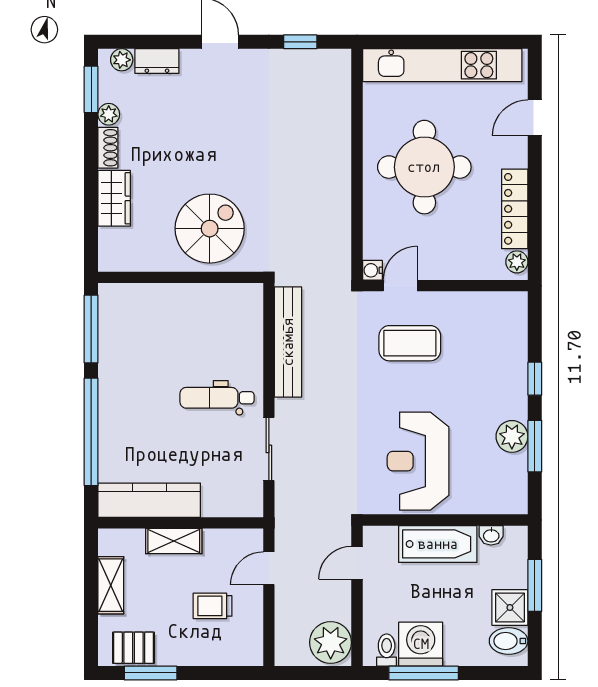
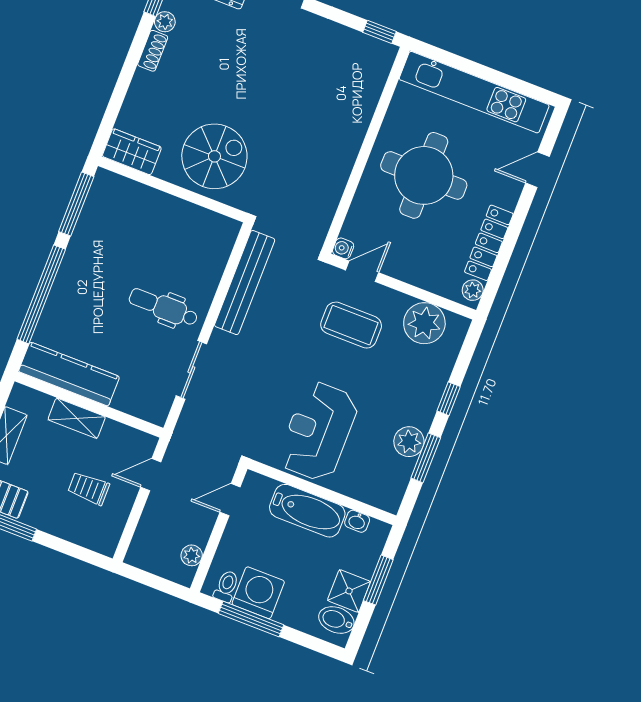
window: (300, 42) -> (380, 32), moved
wardrobe: (114, 198) -> (132, 152), moved, turned -90
plant: (482, 313) -> (424, 323), added
plant: (331, 642) -> (192, 555), width x0.53, depth x0.53

